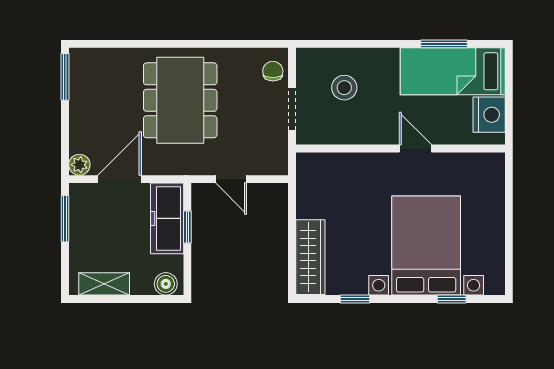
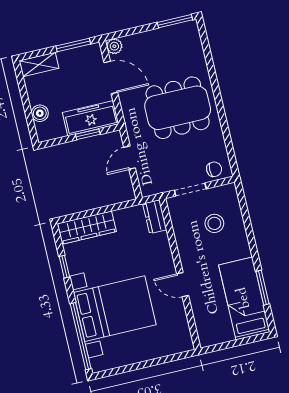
nightstand: (489, 115) -> (219, 332), removed
door: (415, 149) -> (183, 285), swing flipped
dresser: (317, 164) -> (155, 217), added
shelving: (104, 284) -> (39, 64), moved, turned 90
boiler: (166, 284) -> (40, 113), moved
window: (452, 299) -> (81, 336), width x3.17

